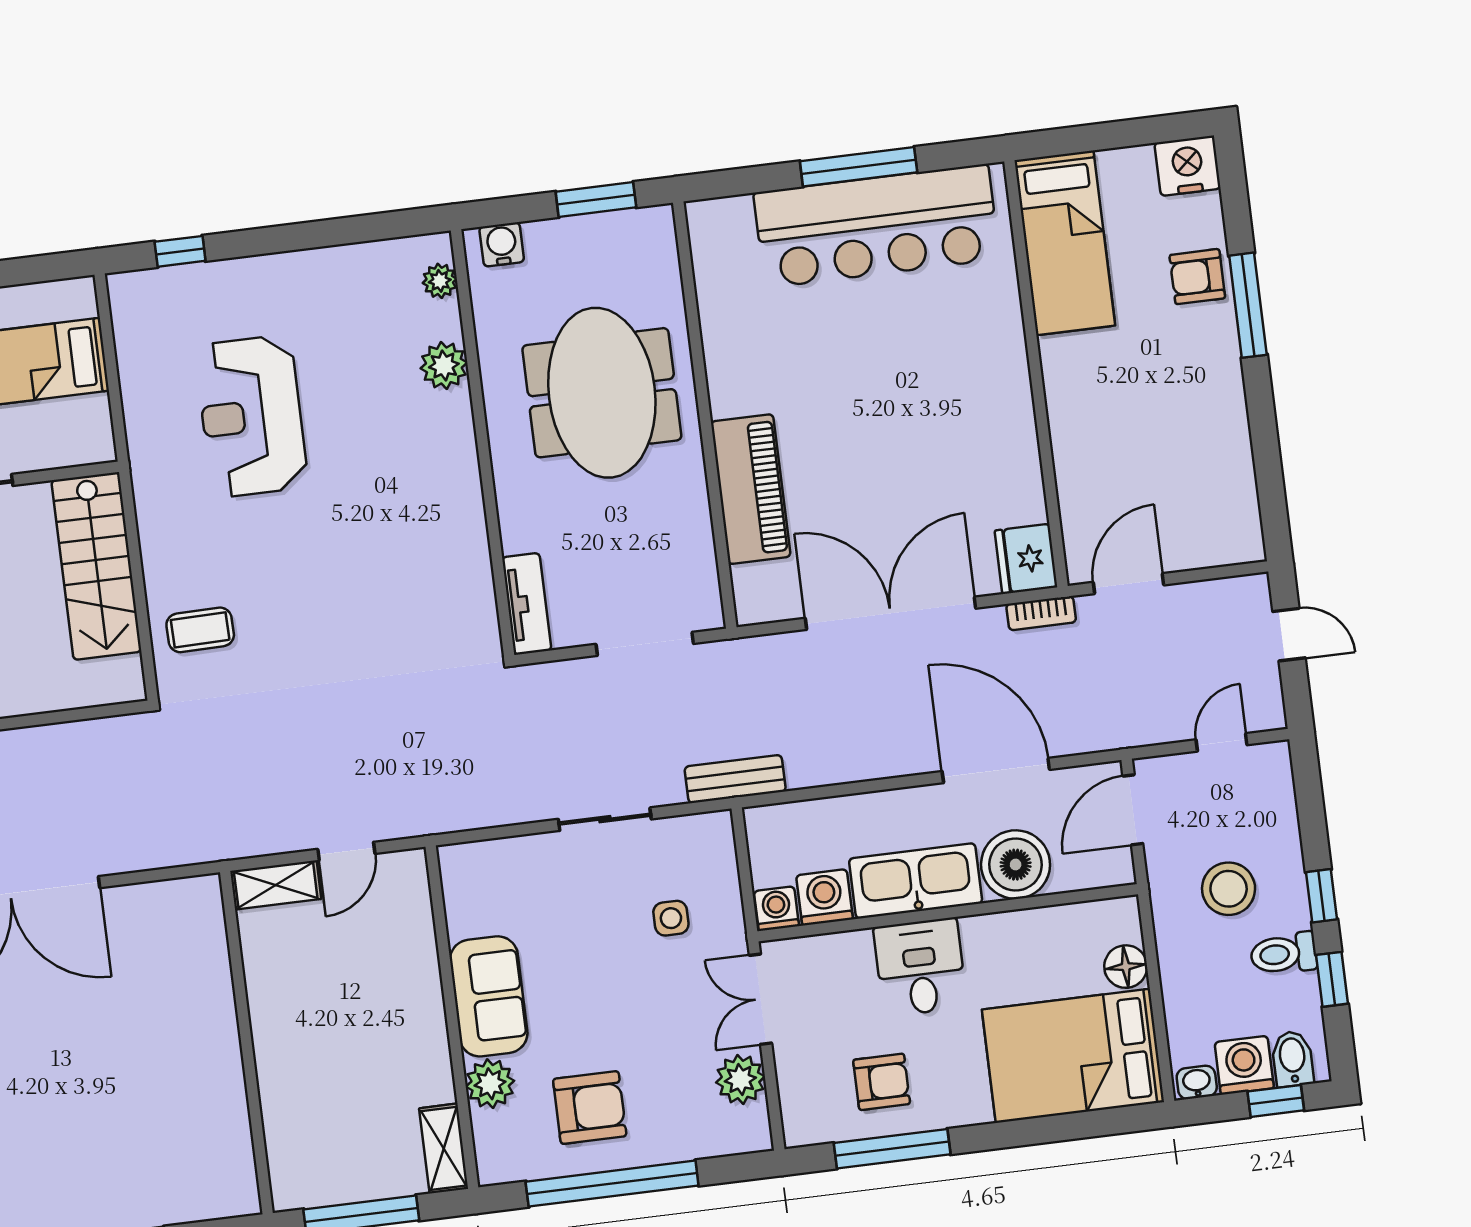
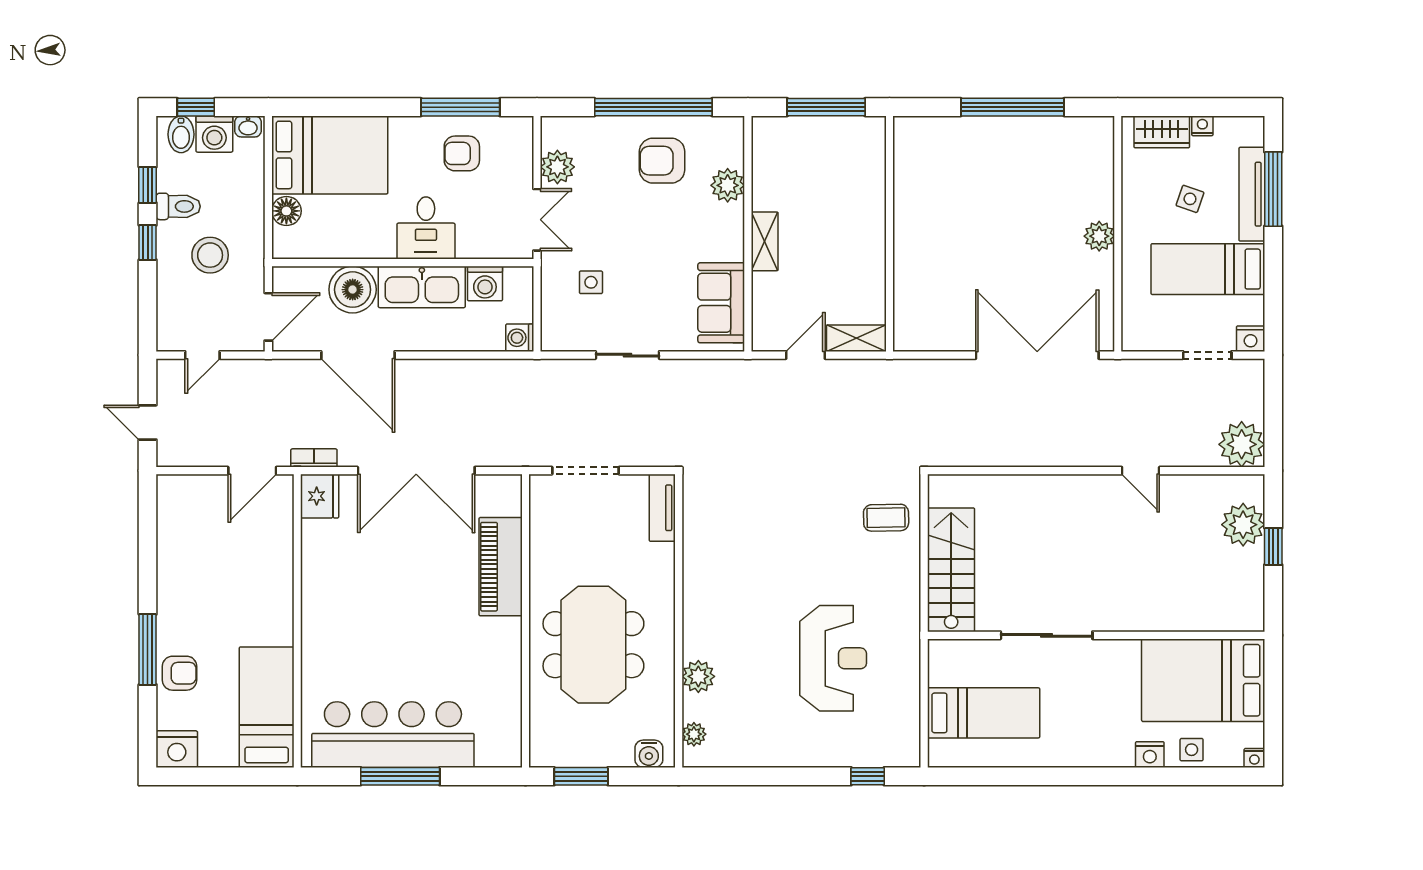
bench: (735, 779) -> (536, 371), removed
washing machine: (776, 909) -> (520, 338), moved, turned 90
sofa: (489, 996) -> (721, 303), moved
shelving: (444, 1148) -> (765, 241), moved

